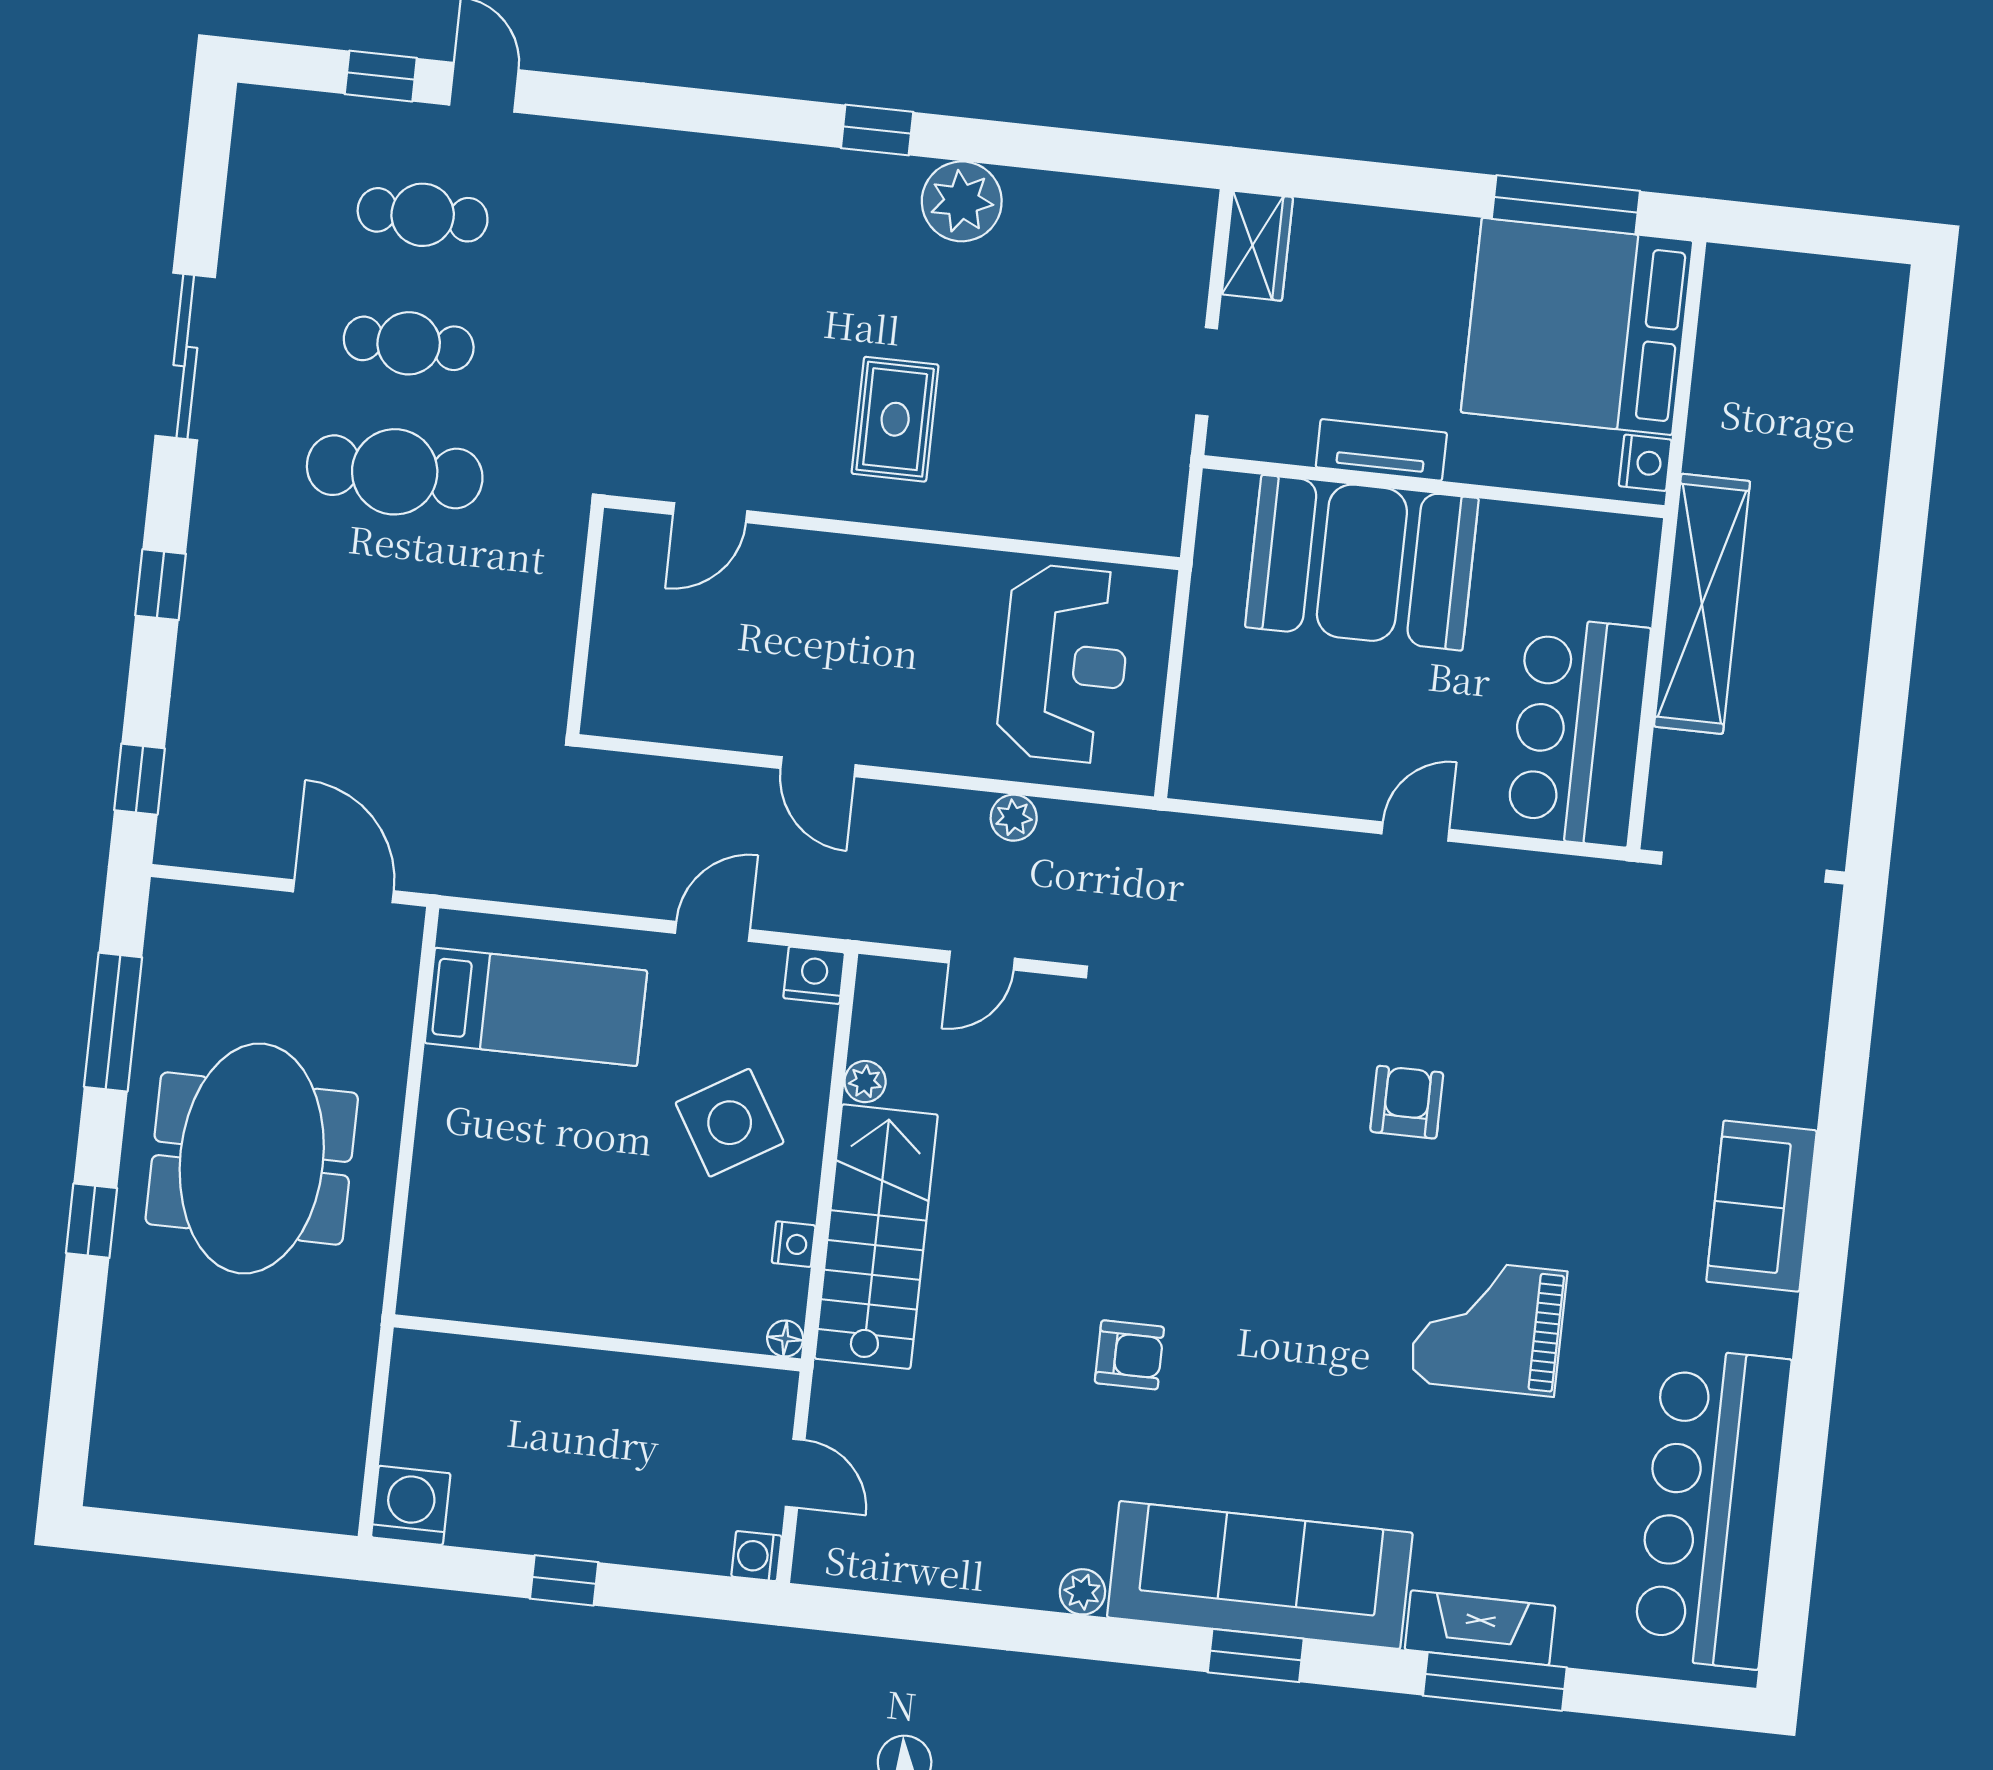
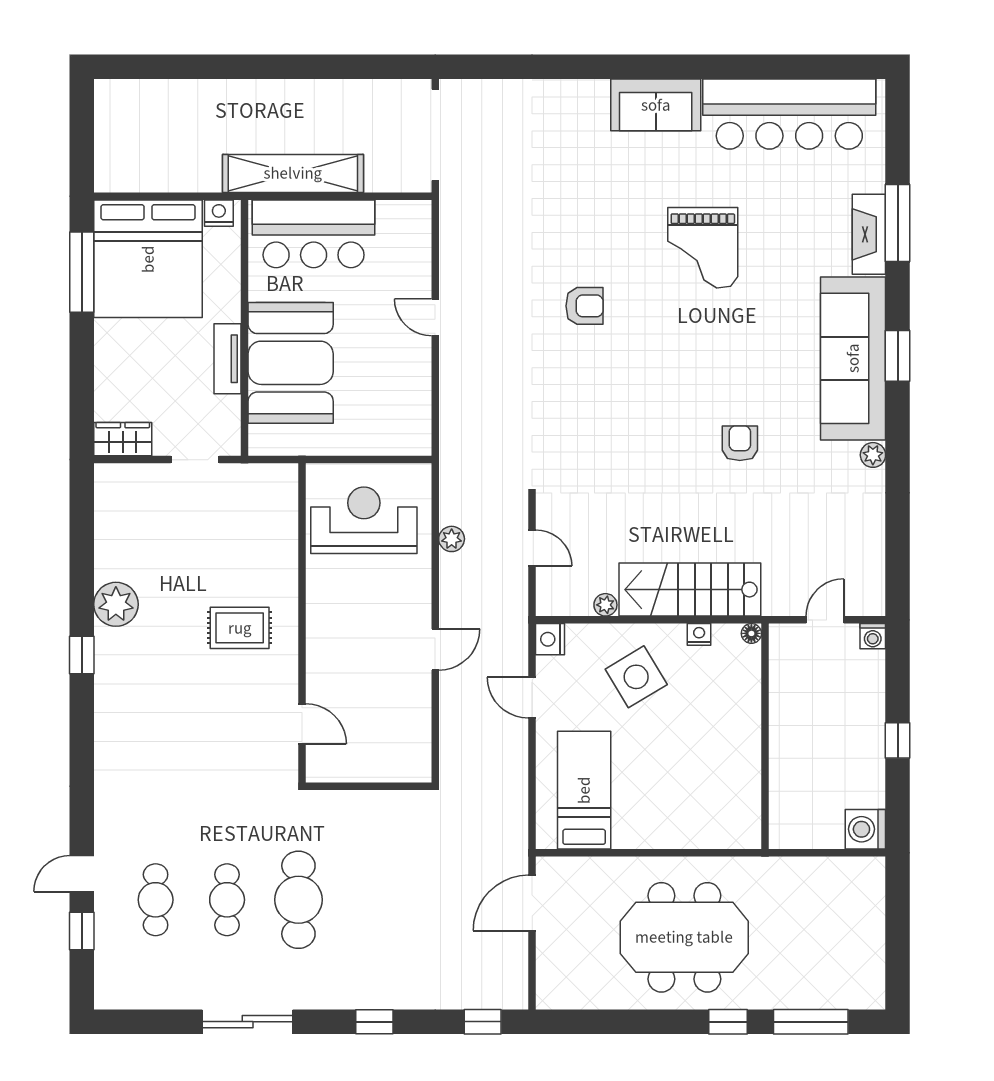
bar counter: (1578, 731) -> (314, 234), moved
window: (113, 1022) -> (811, 1022), moved
armchair: (1407, 1102) -> (584, 306), turned 180
sofa: (1761, 1206) -> (656, 105), moved

